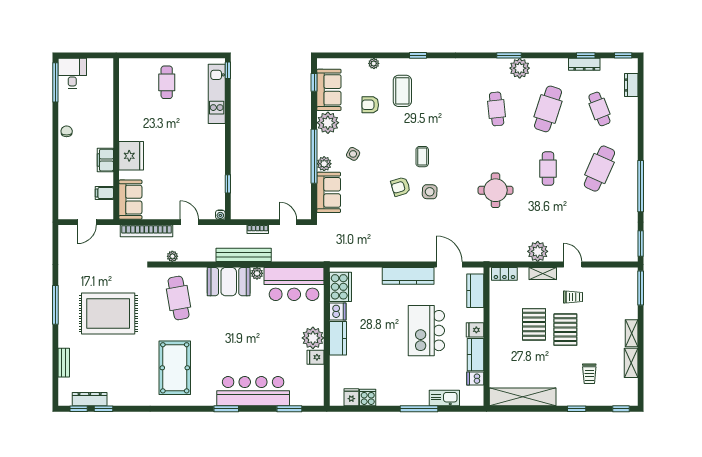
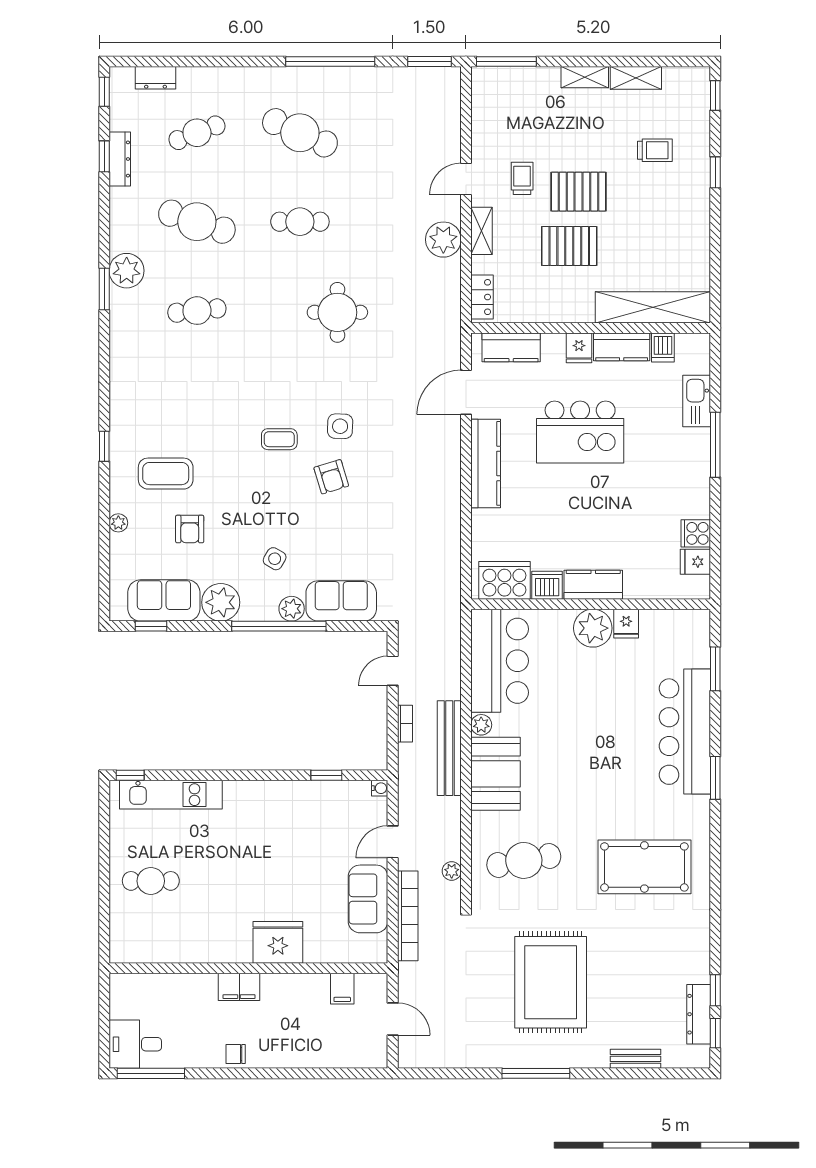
filing cabinet: (105, 160) -> (239, 987), moved
sofa: (130, 200) -> (368, 899), moved, turned -90
shelving: (523, 397) -> (653, 307), moved, turned 90

